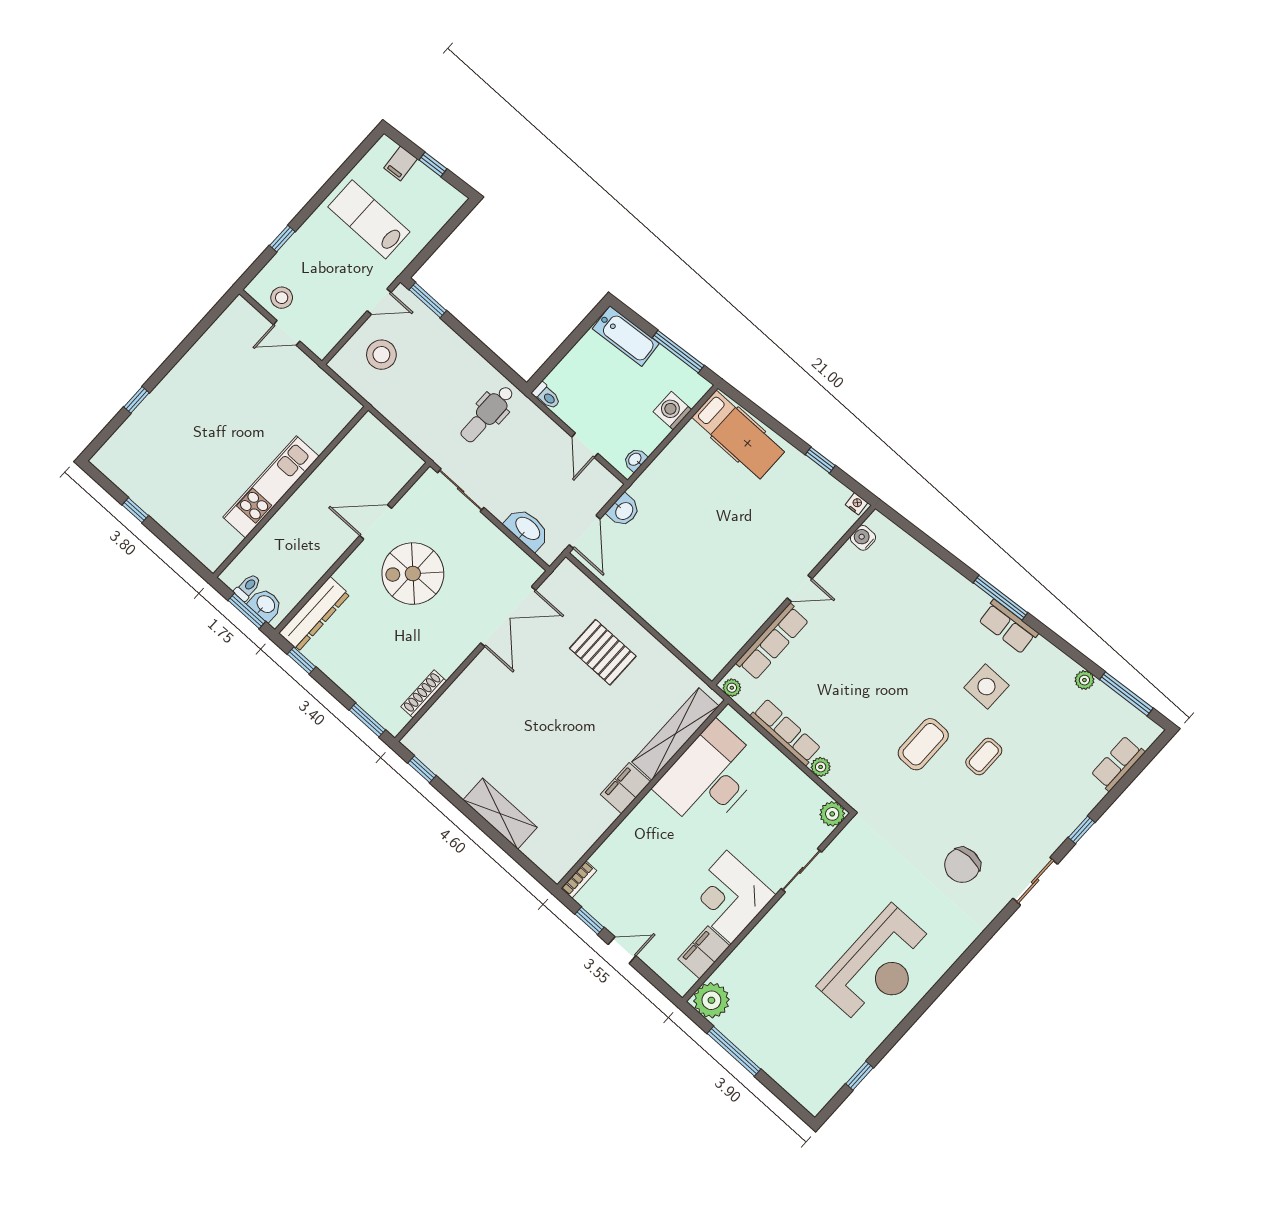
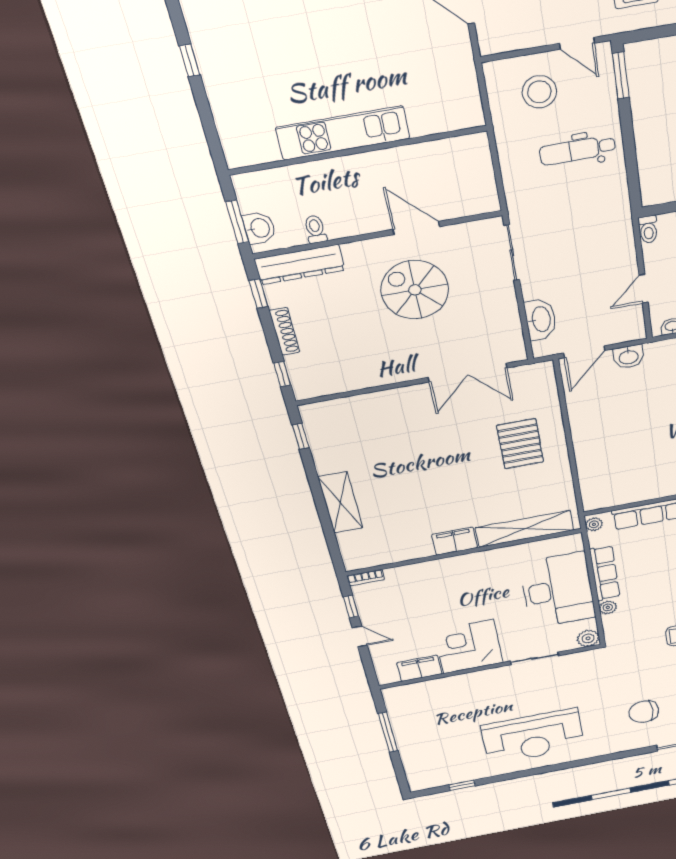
dental chair: (487, 414) -> (577, 150), moved
toilet: (248, 587) -> (315, 229), moved, turned -90
shoe rack: (424, 694) -> (285, 331), moved, turned 90
window: (367, 720) -> (282, 374), width x0.67
desk: (710, 777) -> (558, 590), moved, turned 90
plant: (711, 1000) -> (399, 697), removed

